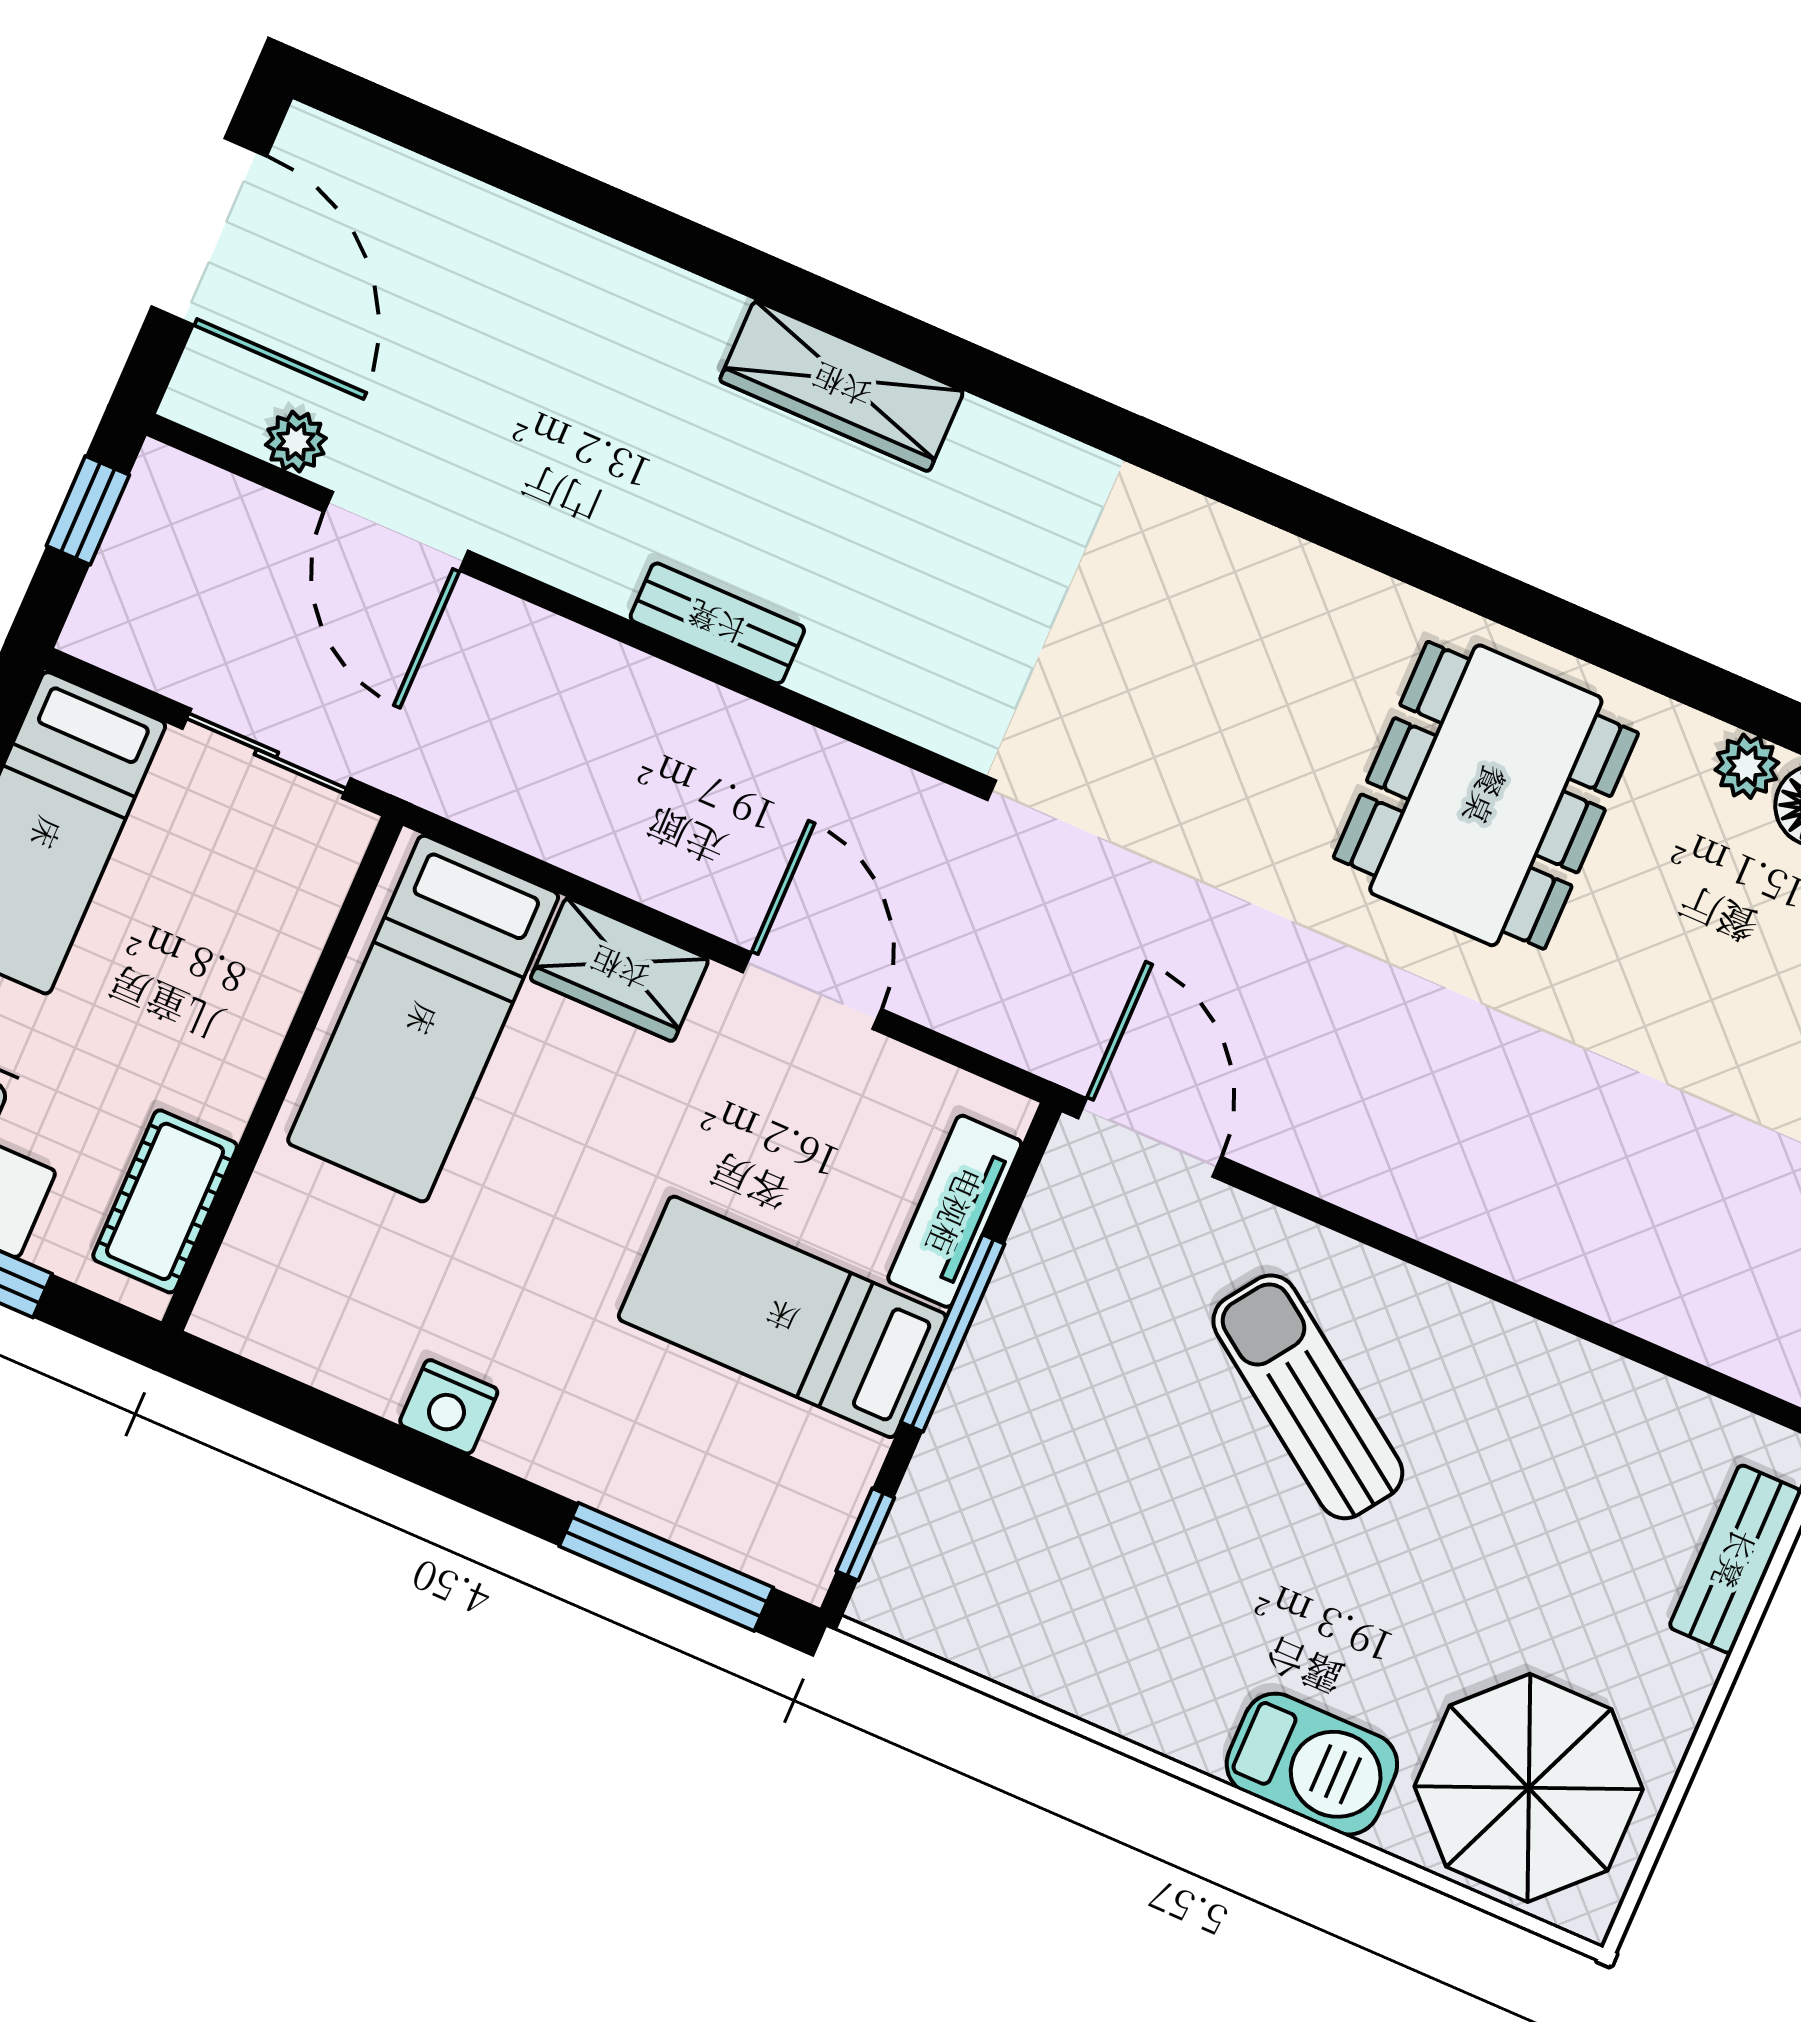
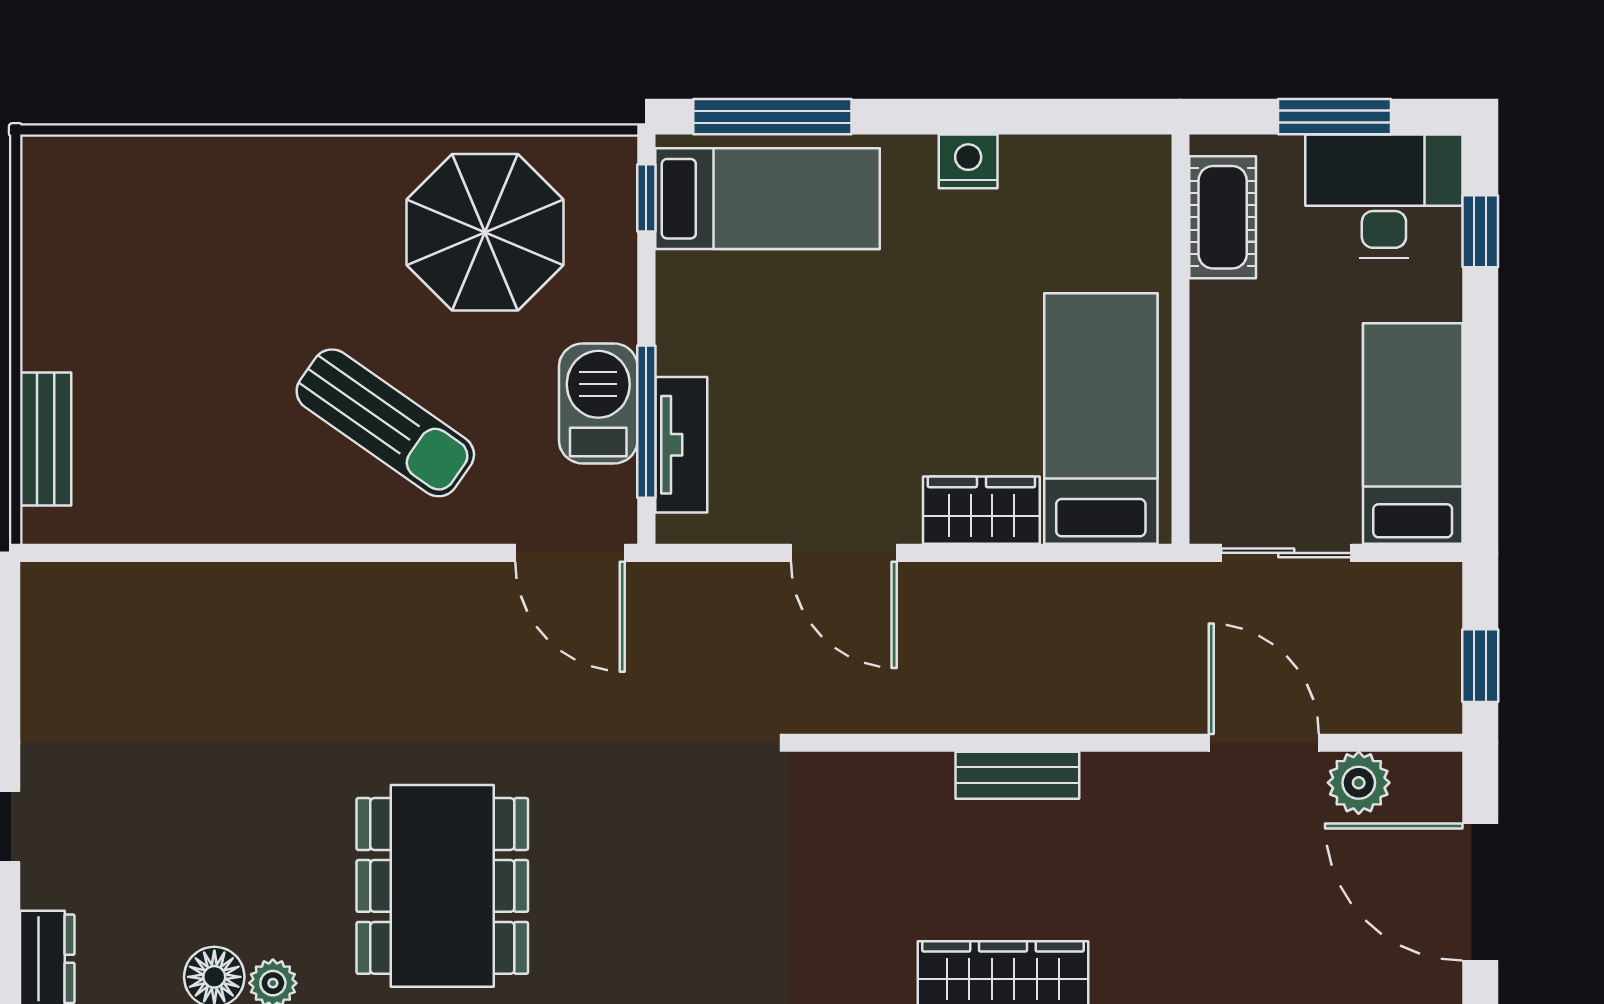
plant: (296, 442) -> (1359, 783), width x1.38, depth x1.38
bed: (782, 1317) -> (767, 199), moved
window: (953, 1333) -> (646, 422), moved
barbecue: (1312, 1764) -> (598, 403), moved, turned 90
parasol: (1529, 1788) -> (485, 232), moved

